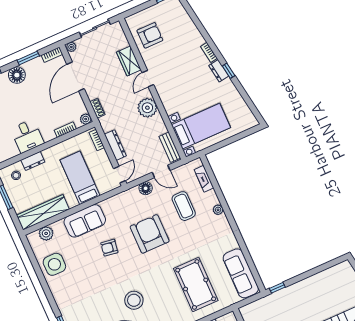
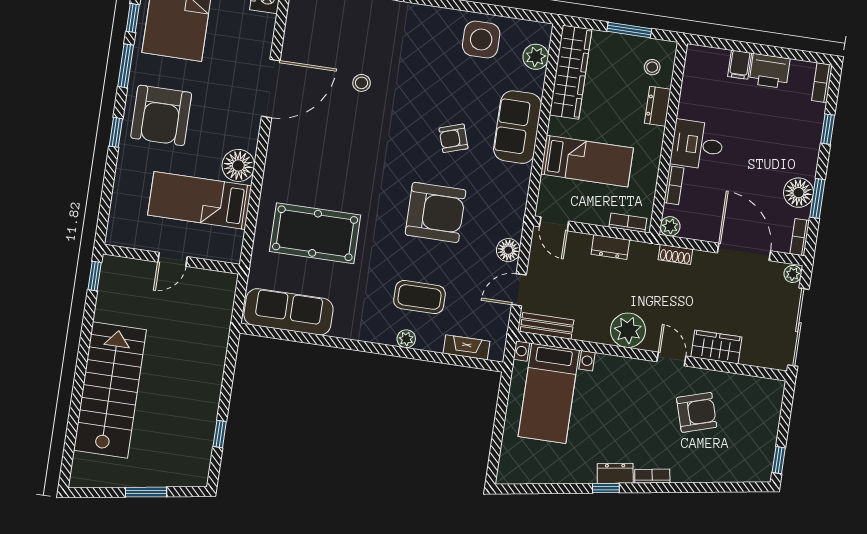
sliding door: (95, 28) -> (798, 327), width x1.37
armchair: (150, 35) -> (697, 412), moved, turned -107
floor lamp: (17, 75) -> (798, 193), moved
desk: (27, 136) -> (697, 145), moved
dresser: (115, 145) -> (610, 247), width x0.70
coffee table: (184, 206) -> (419, 297), moved
armchair: (109, 248) -> (453, 138), turned -117
window: (277, 288) -> (220, 434), moved
stool: (134, 300) -> (362, 83), moved, width x0.53, depth x0.53

